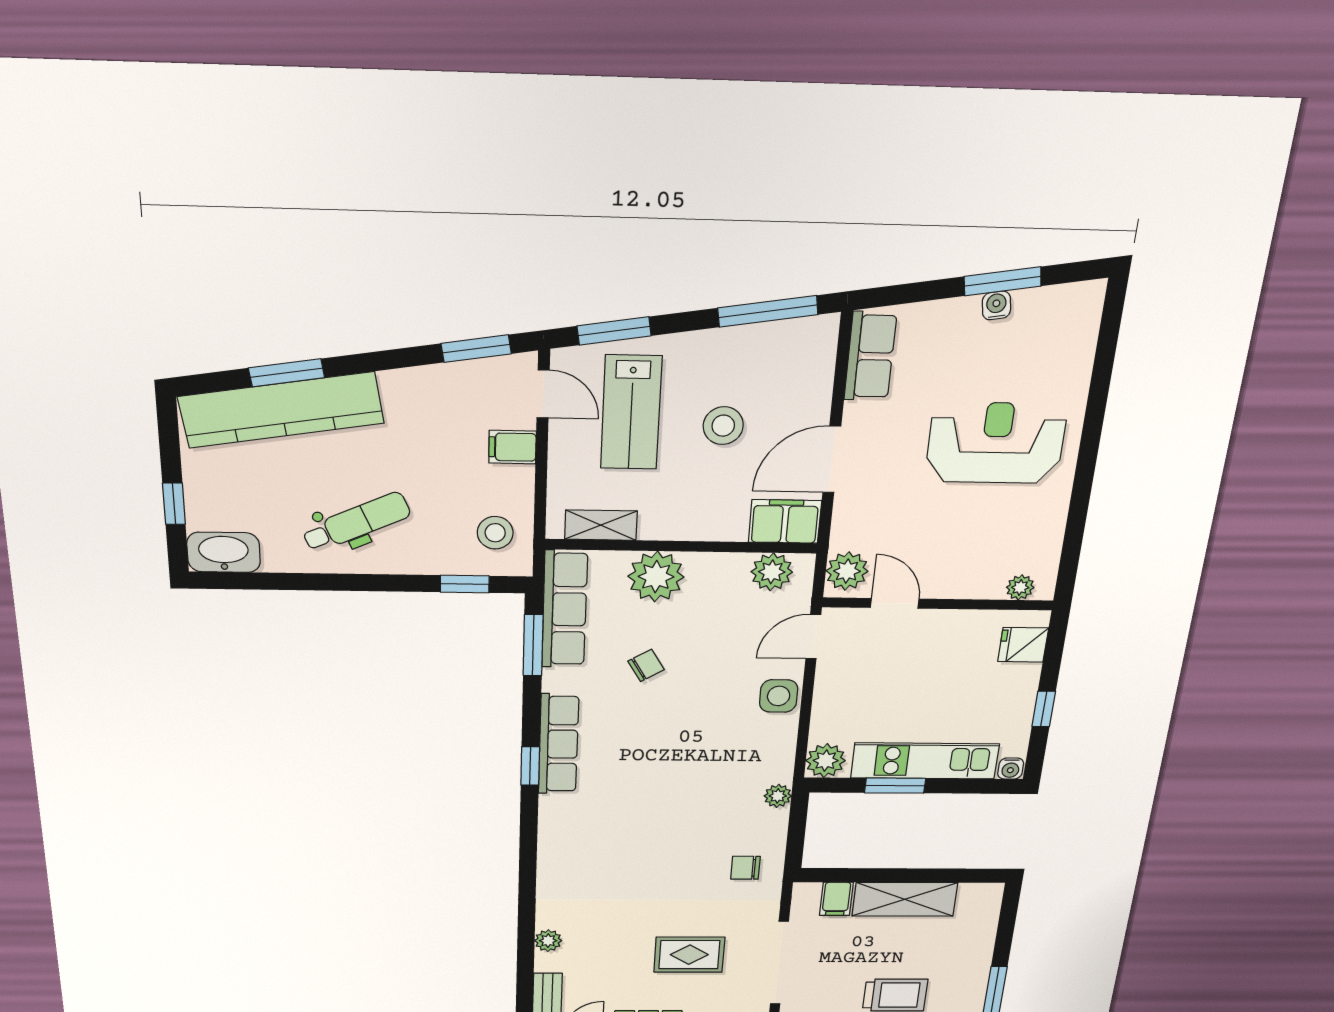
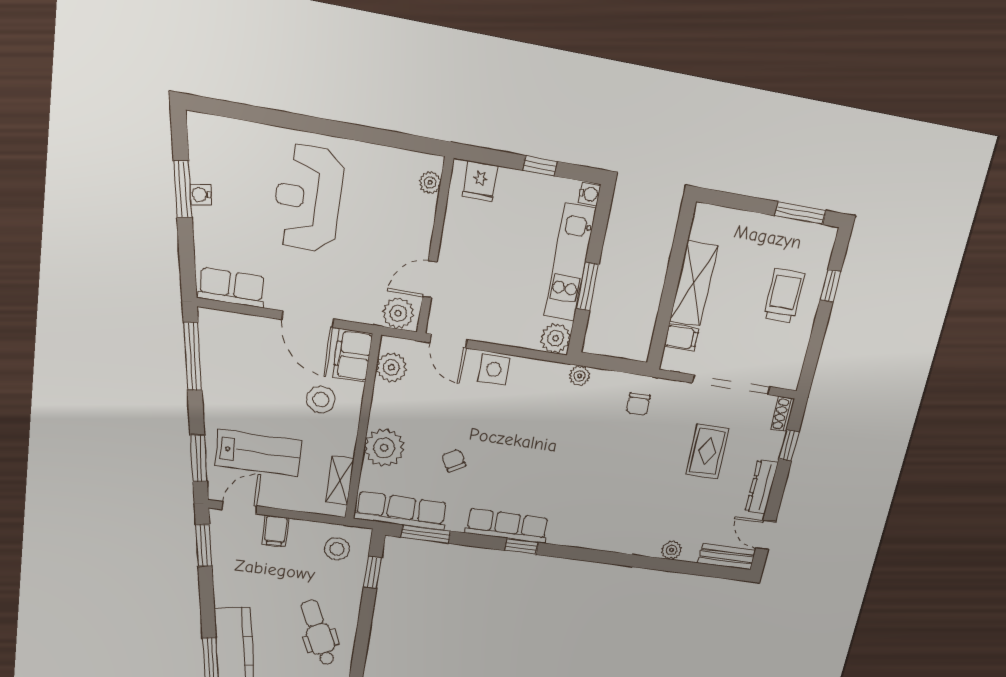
stool: (723, 426) -> (321, 400), moved

